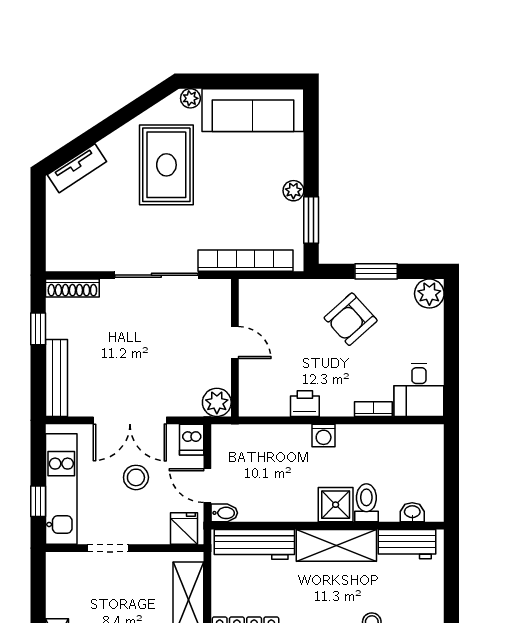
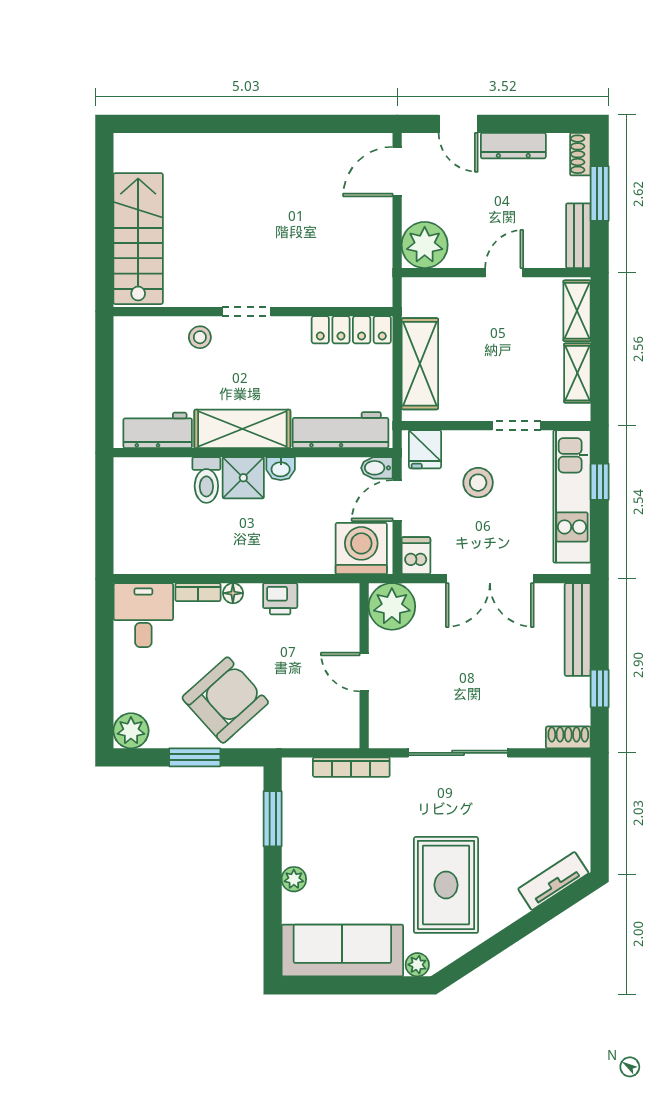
plant: (293, 191) -> (294, 879), moved
bookcase: (245, 261) -> (351, 767), width x0.68, depth x0.76
shoe rack: (72, 288) -> (568, 737), width x0.70
armchair: (351, 319) -> (225, 700), width x1.36, depth x1.36
plant: (217, 402) -> (392, 606), width x1.36, depth x1.36
floor lamp: (344, 408) -> (233, 593), added
double door: (130, 420) -> (490, 579), swing flipped
washing machine: (324, 436) -> (361, 549), moved, width x1.89, depth x1.89
stool: (136, 477) -> (478, 483), moved
door: (207, 486) -> (397, 501), swing flipped
washbasin: (412, 512) -> (281, 469), moved
shelving: (57, 592) -> (577, 373), added

